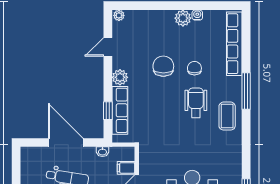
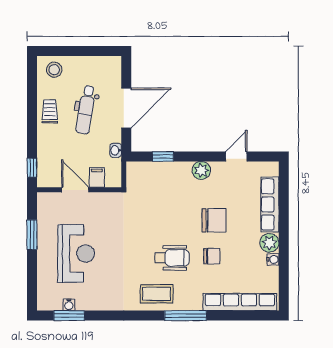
plant: (119, 15) -> (272, 169), removed
door: (108, 47) -> (236, 156), hinge flipped
row of seats: (120, 110) -> (270, 204), moved, turned 90

